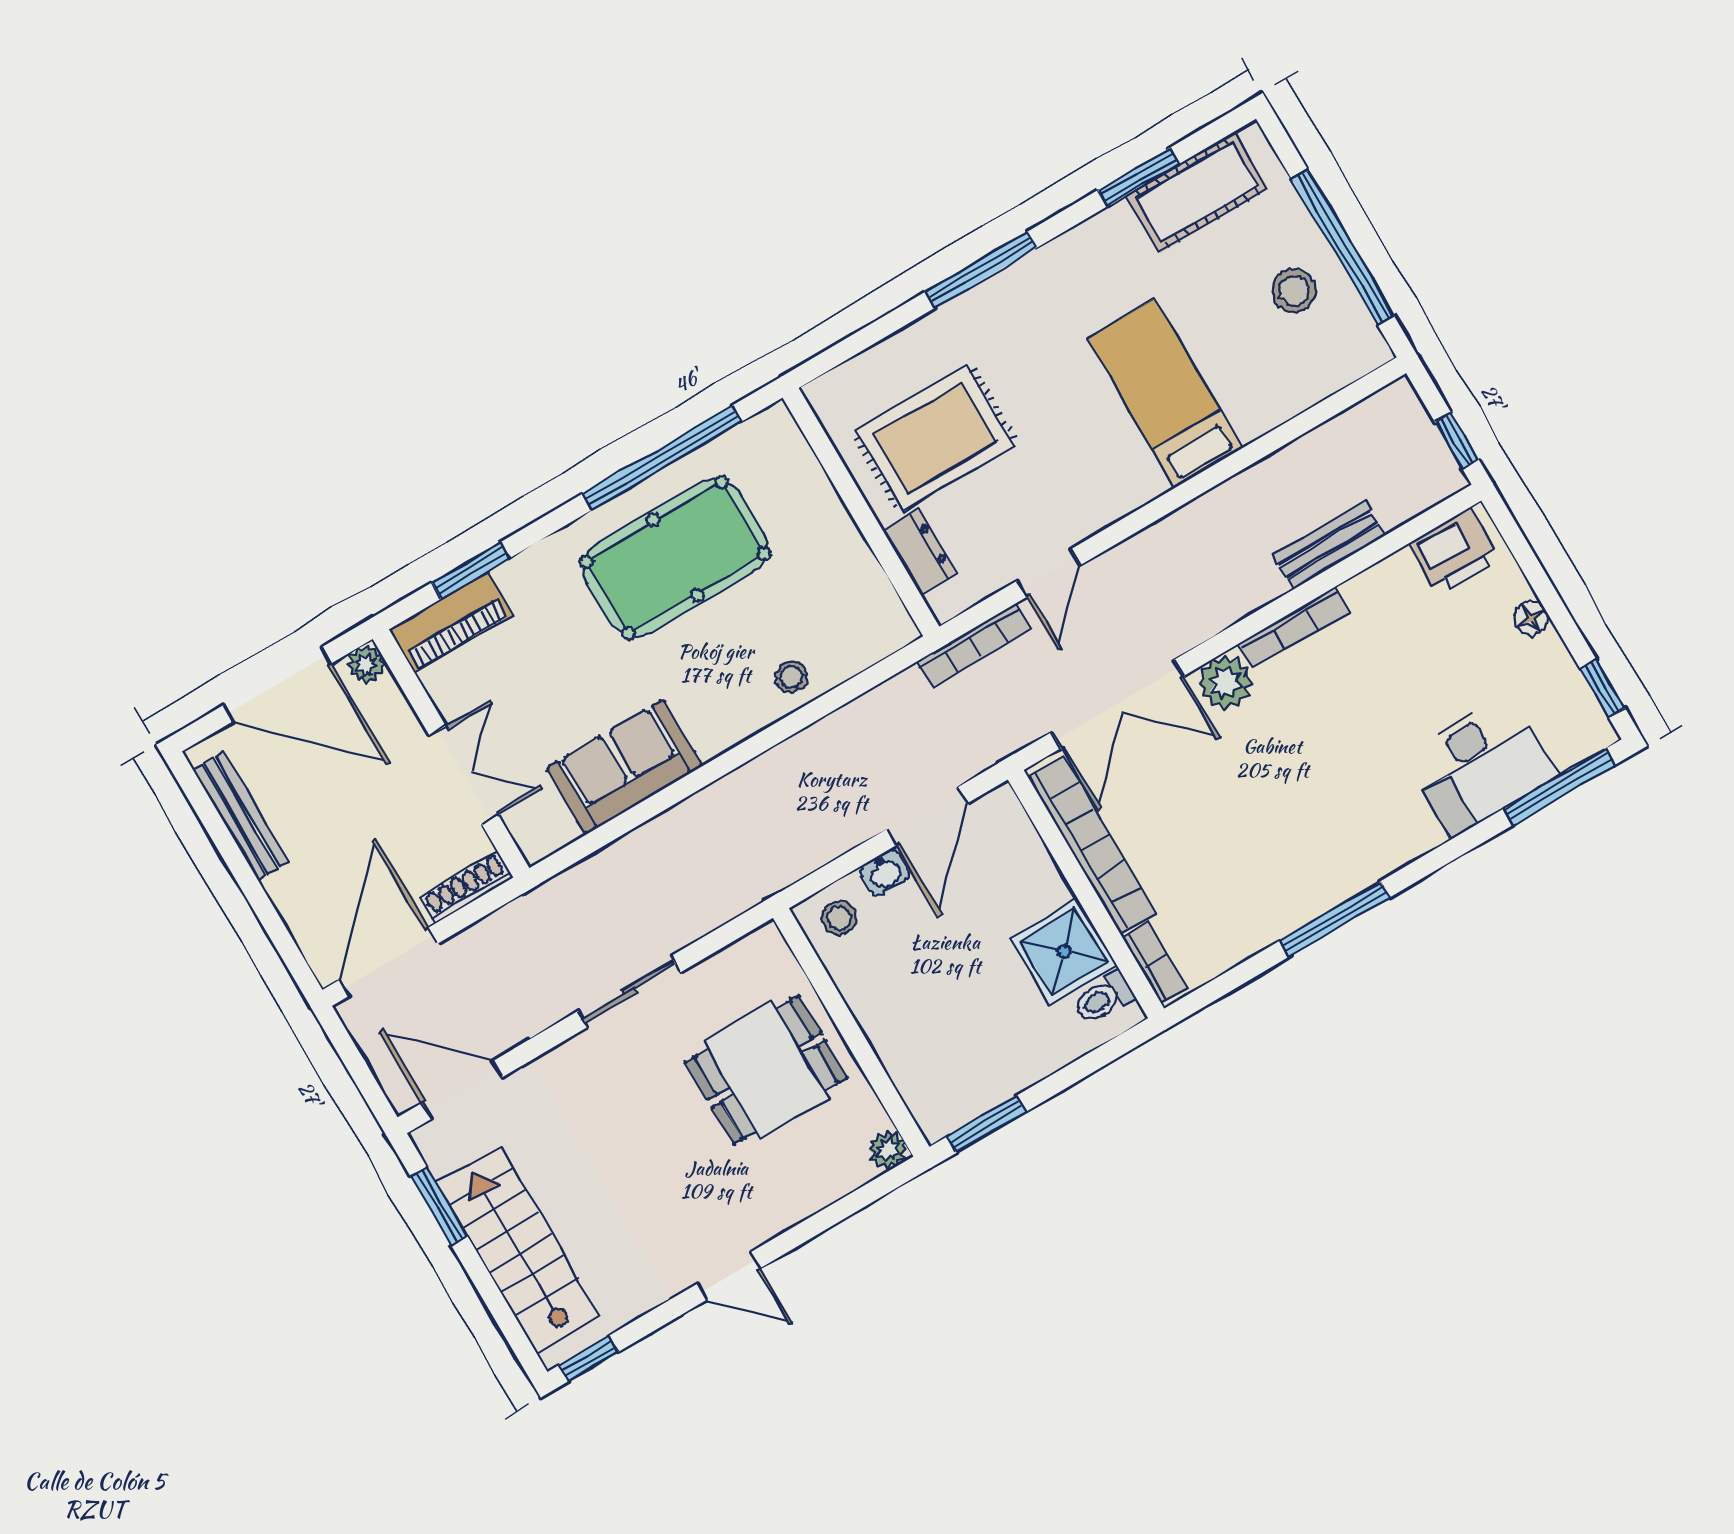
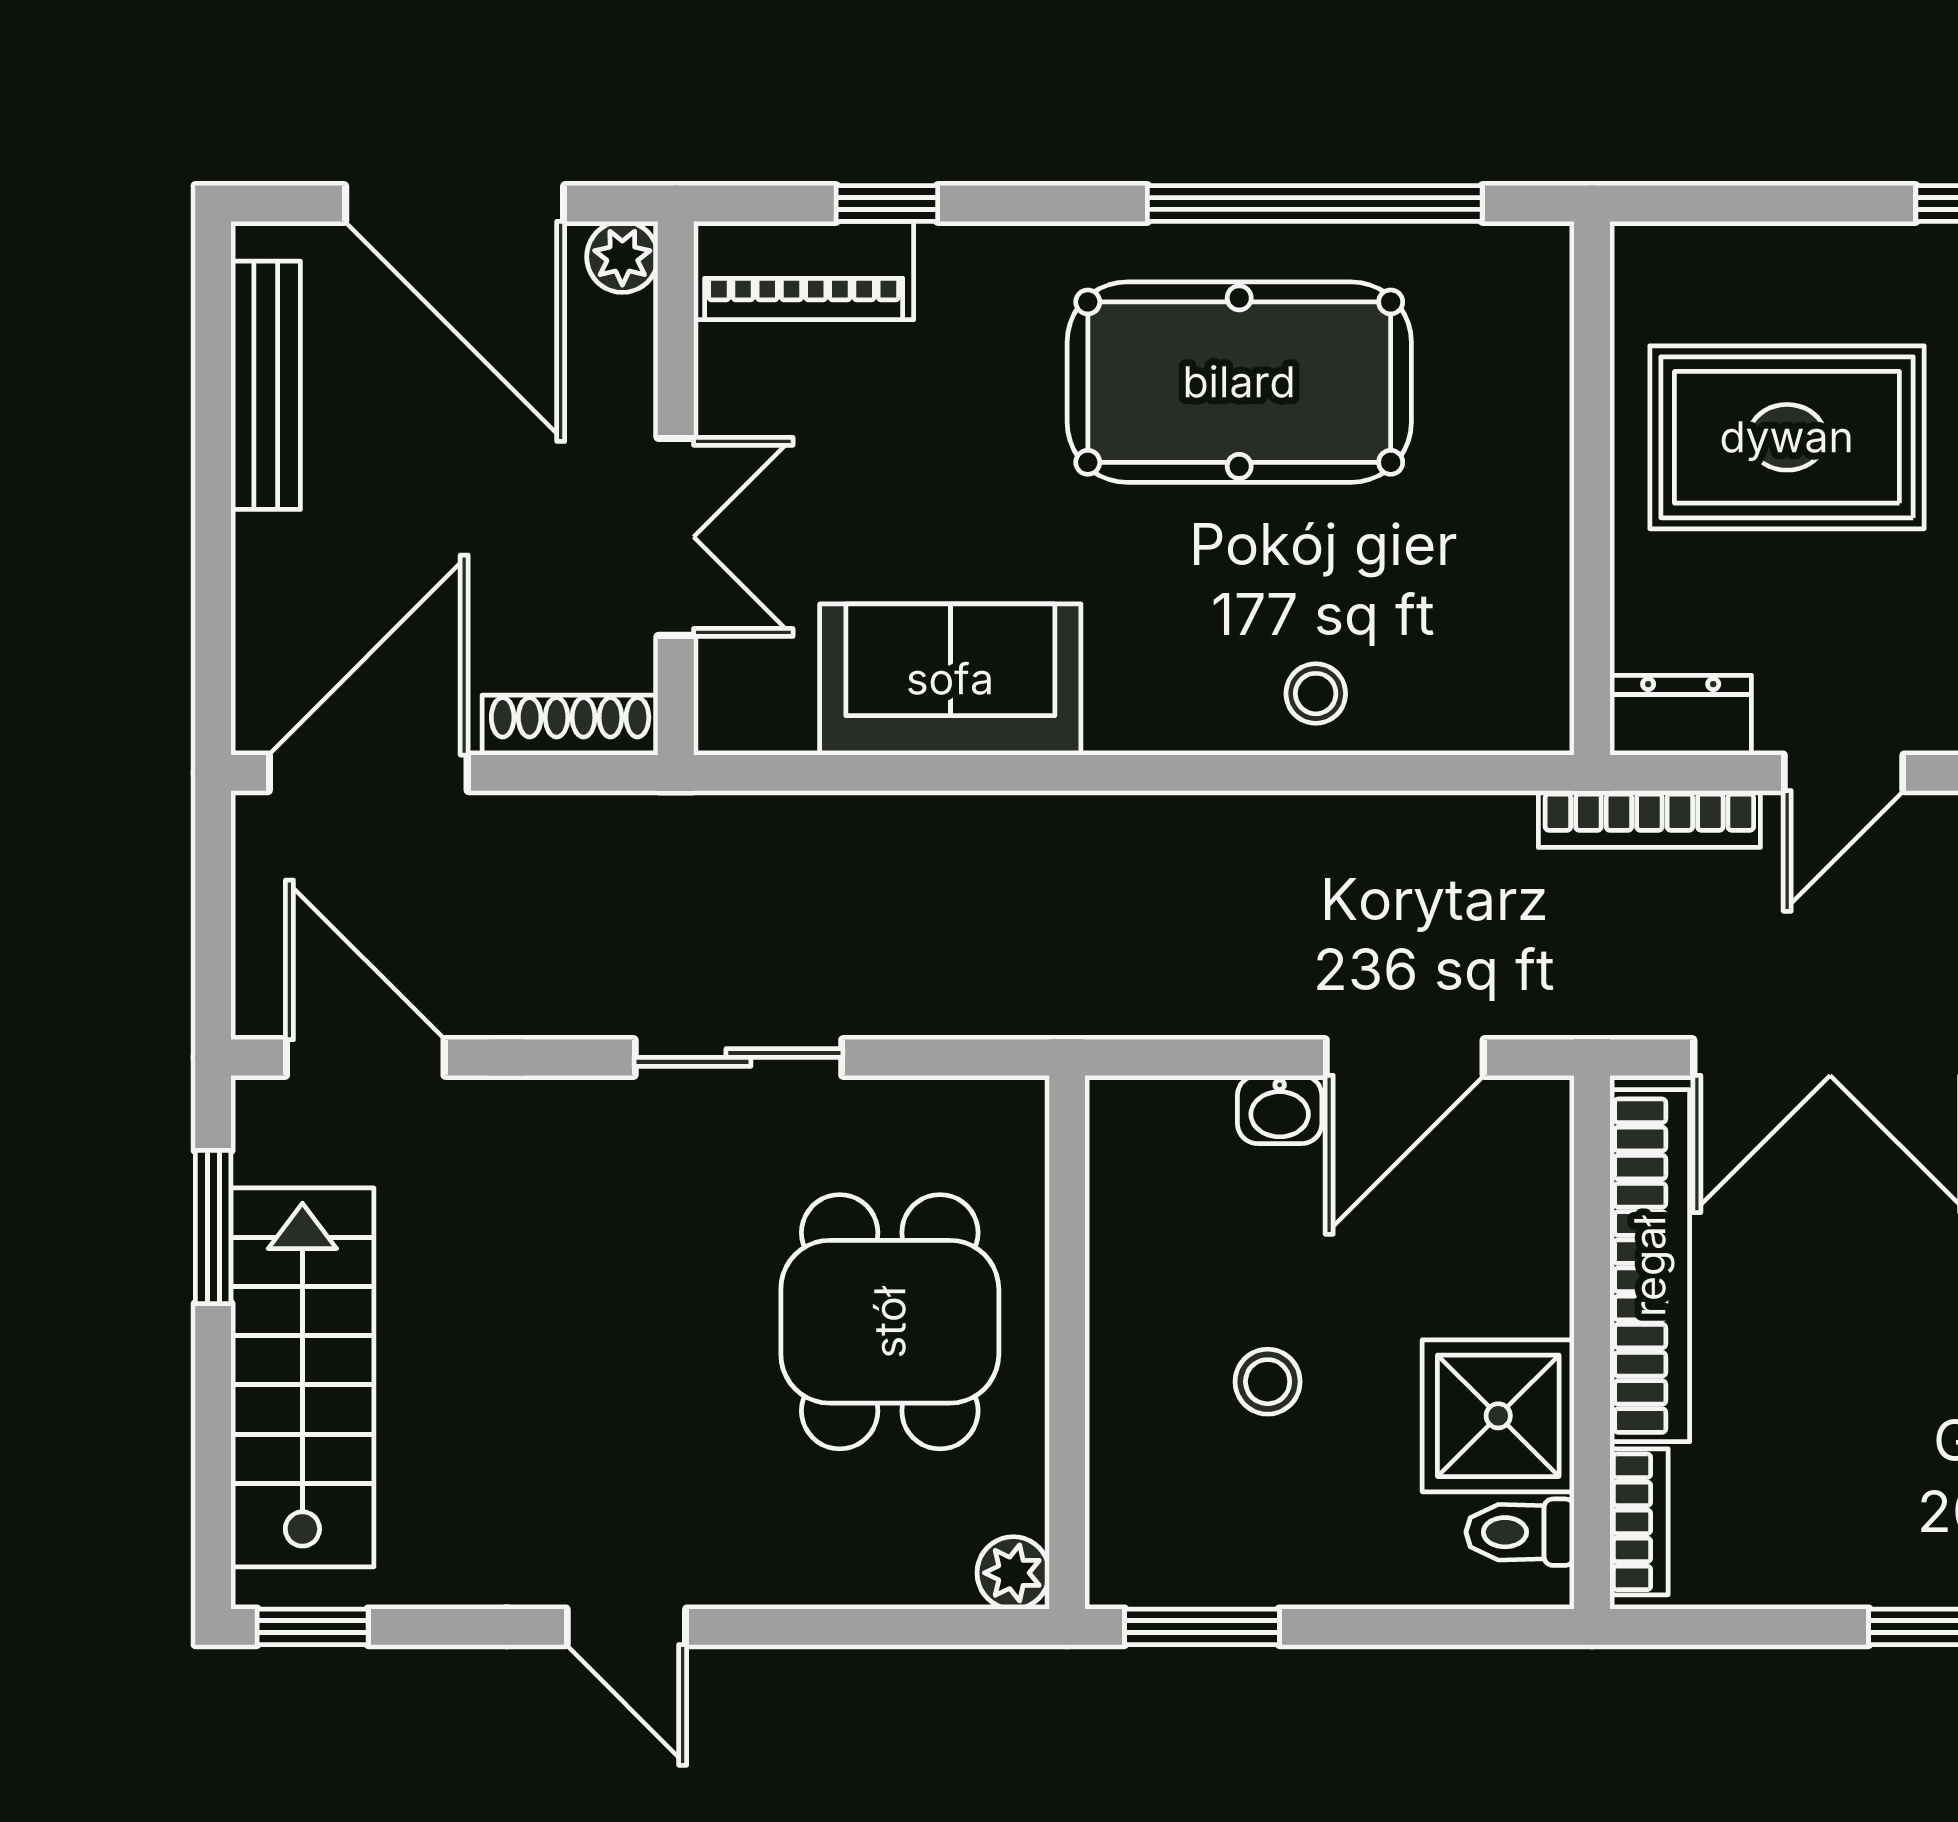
dresser: (919, 552) -> (1681, 715), moved, turned -90
window: (470, 571) -> (887, 203), width x0.67
stool: (839, 918) -> (1268, 1382), moved
dining table: (766, 1070) -> (890, 1322), turned 90

